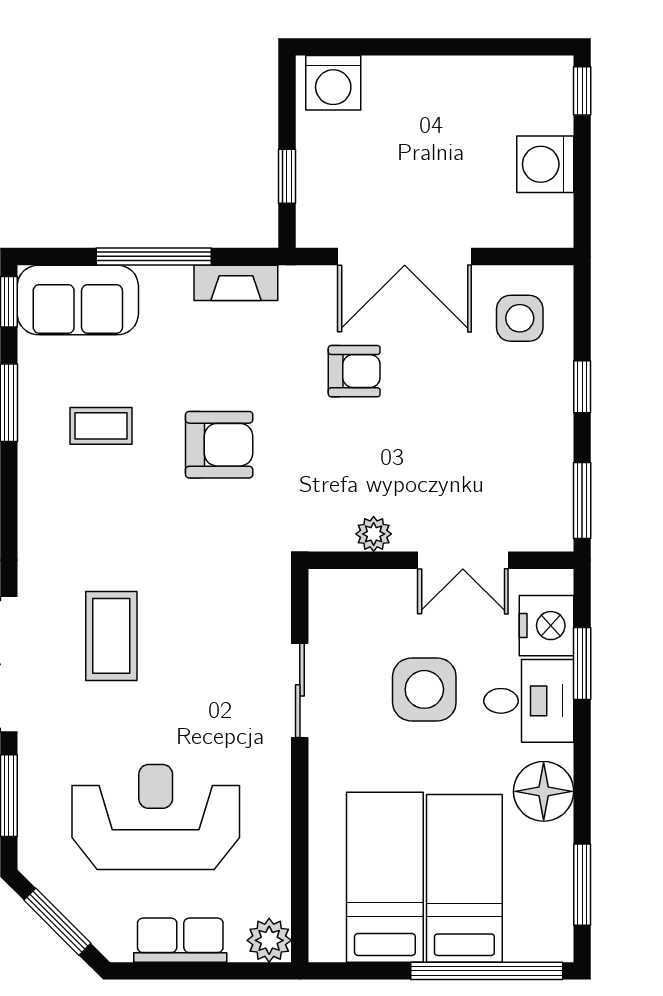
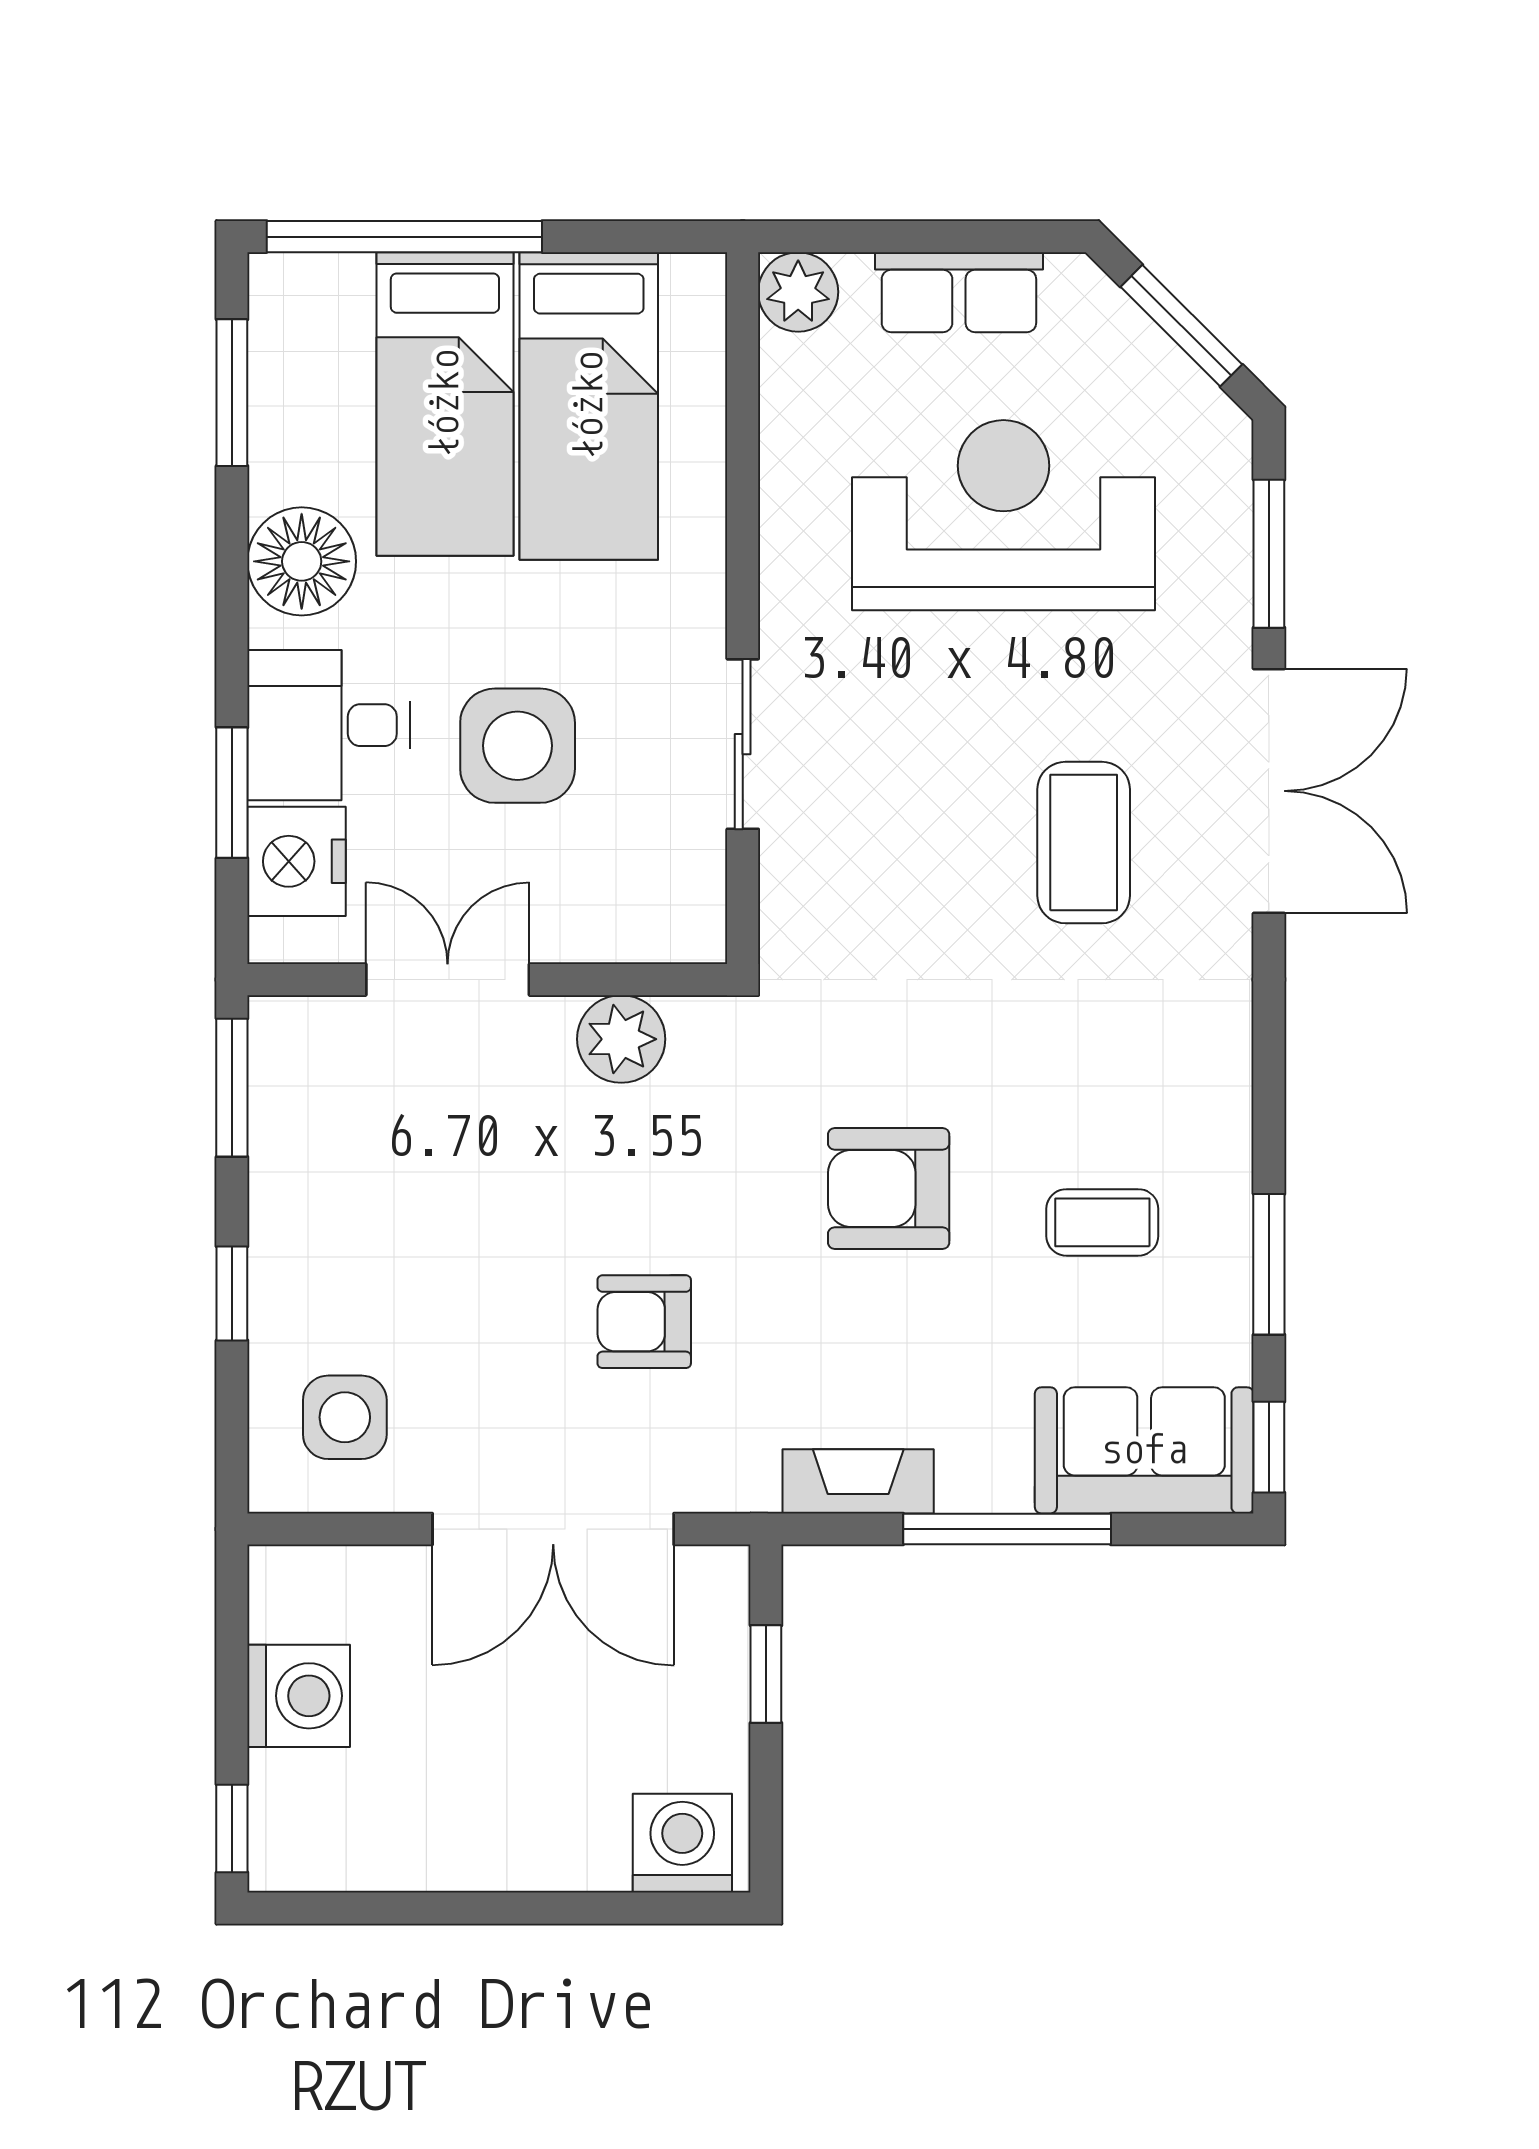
double door: (405, 256) -> (553, 1529), swing flipped
plant: (374, 534) -> (621, 1039), width x1.38, depth x1.38
reception desk: (156, 817) -> (1003, 515), turned 180

